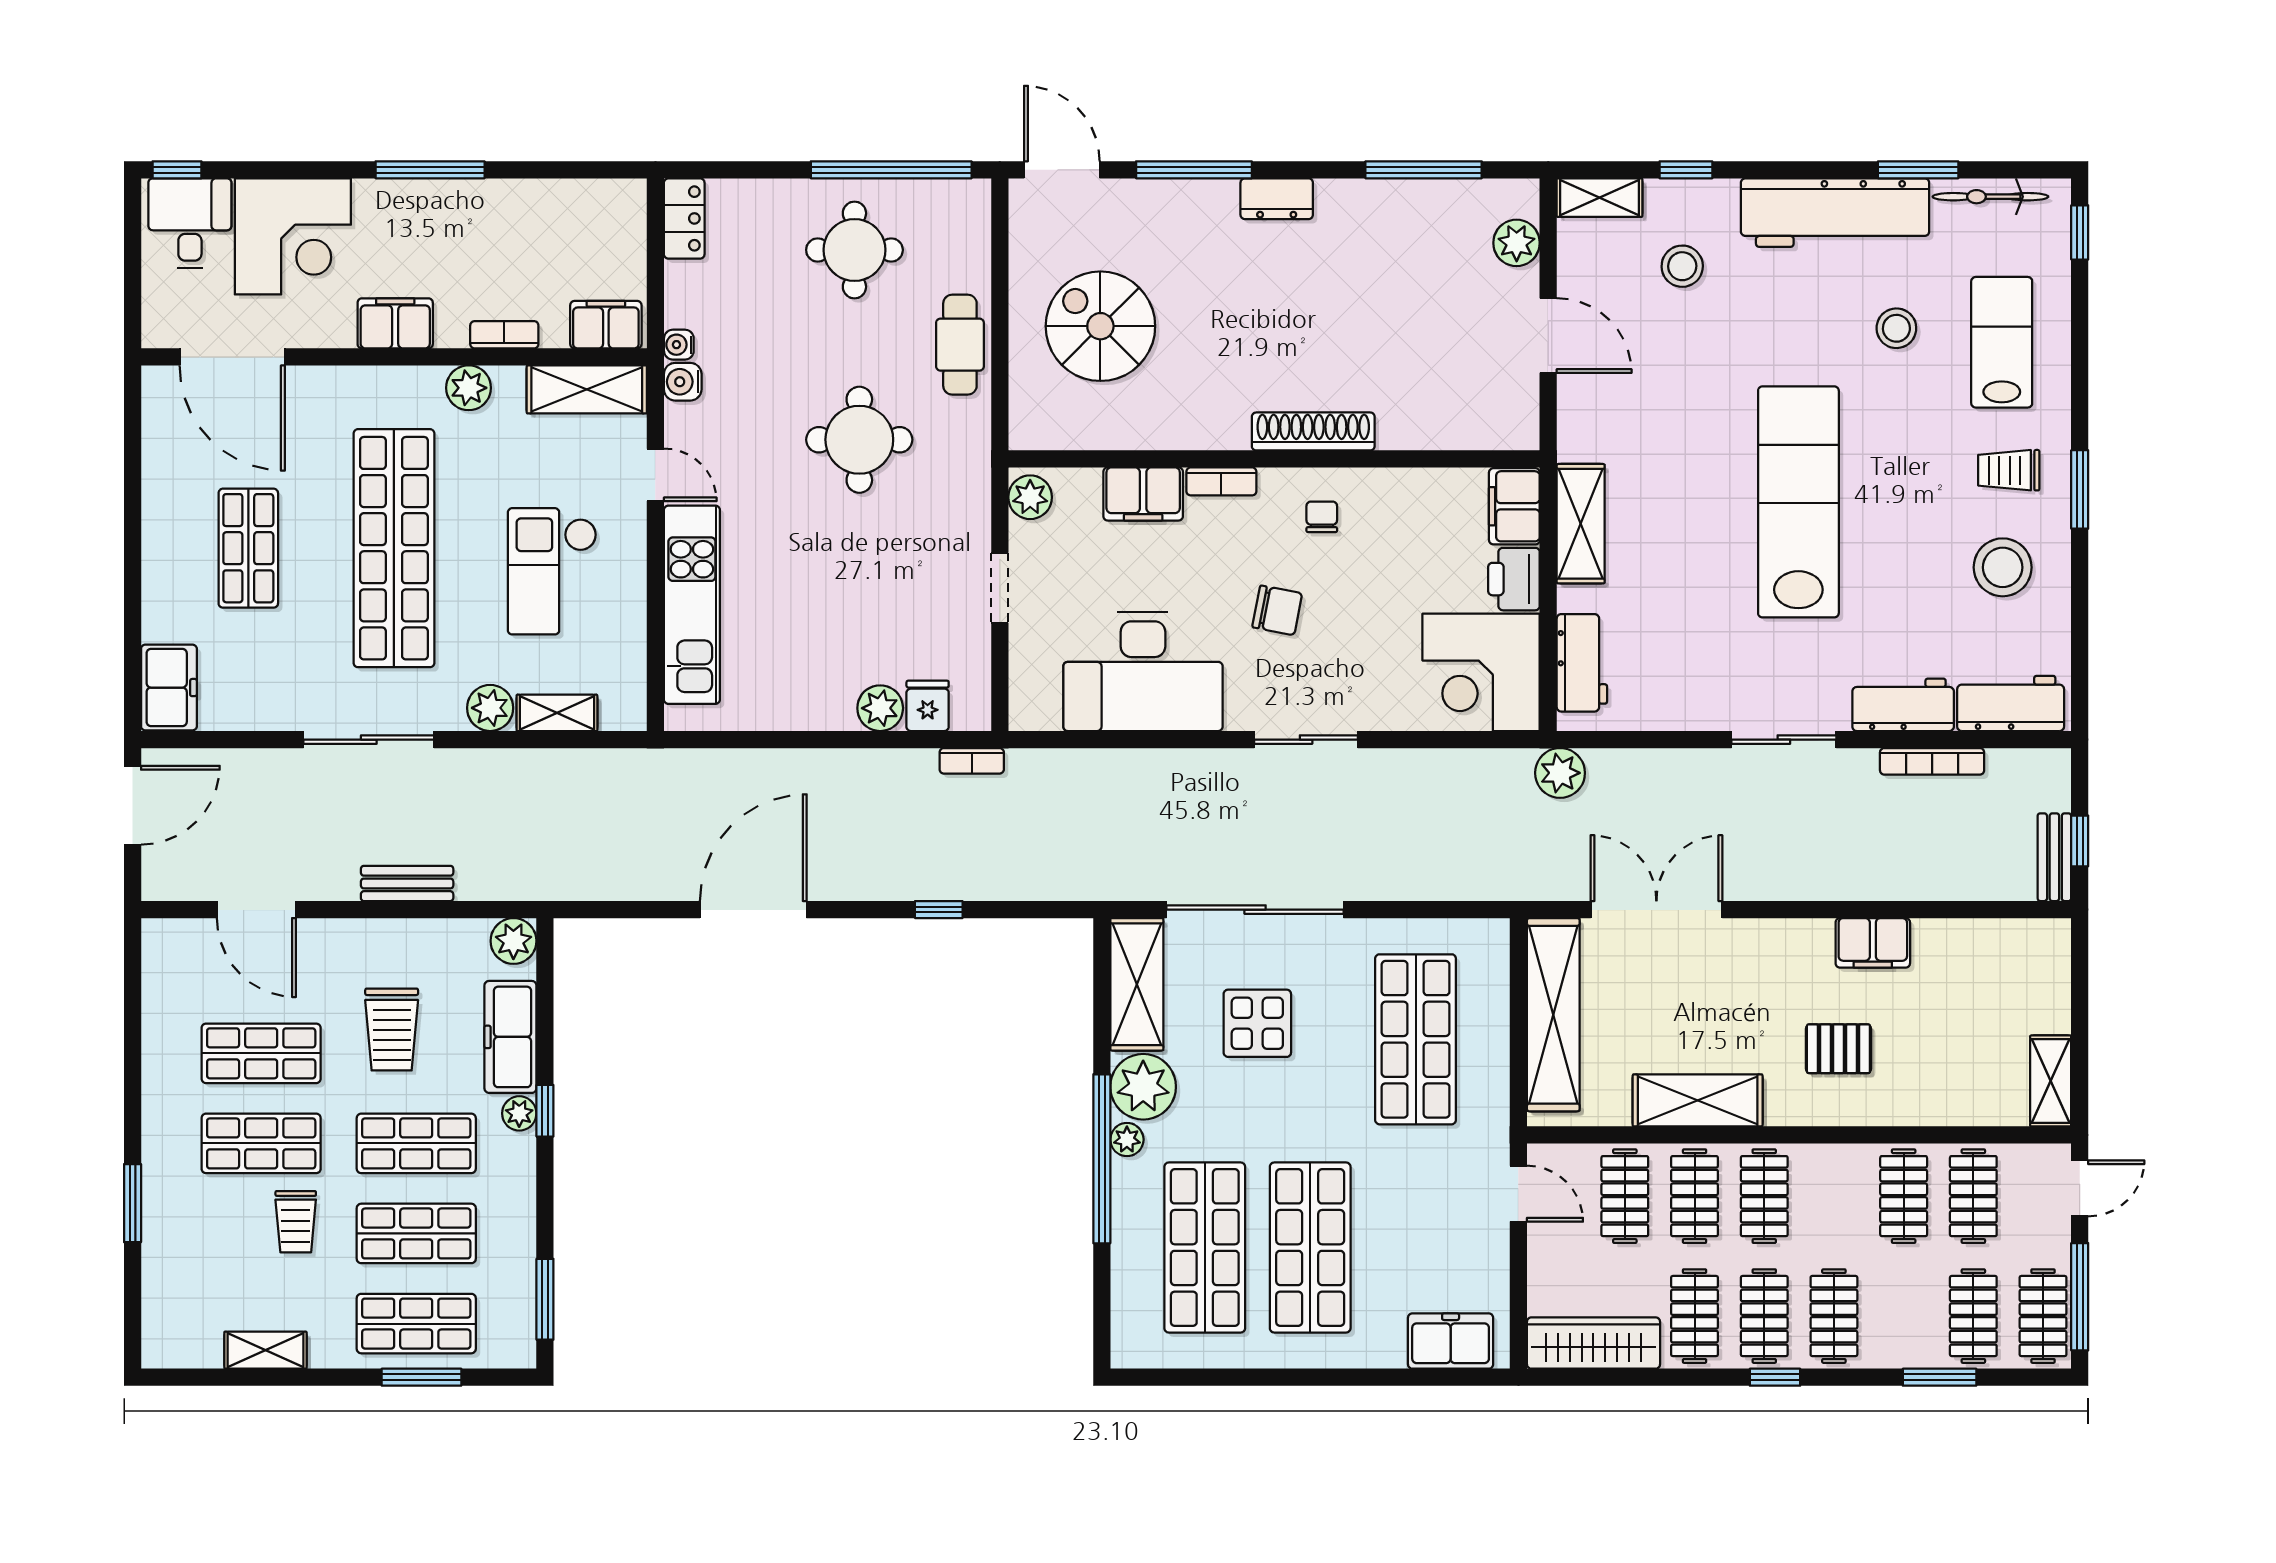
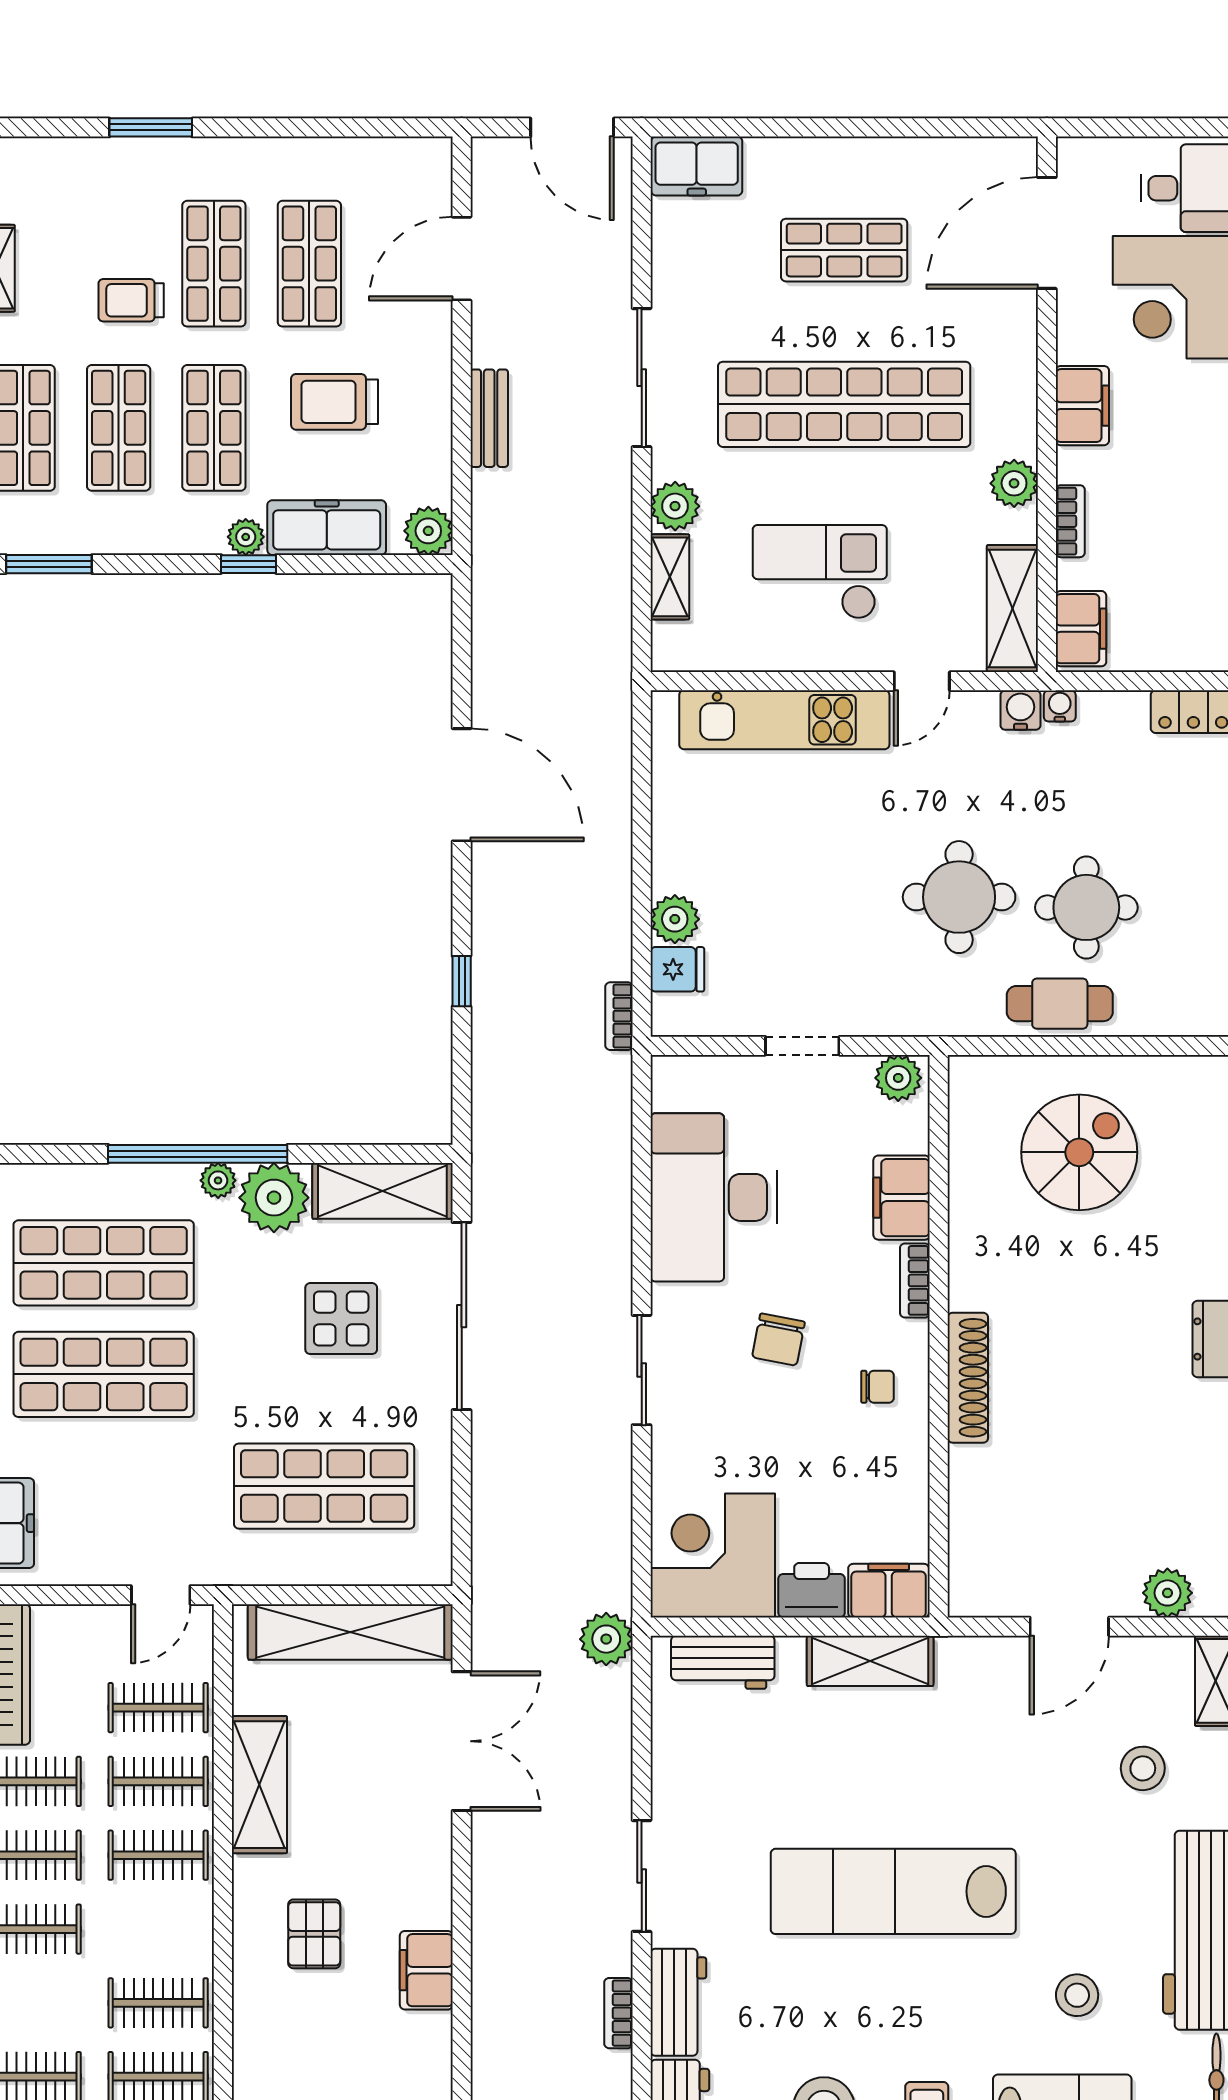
round table: (854, 250) -> (1086, 907), moved
lab bench: (1798, 502) -> (893, 1891), turned 180
bookcase: (1932, 761) -> (618, 2013), width x0.64

